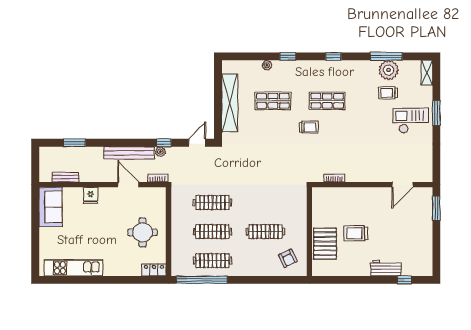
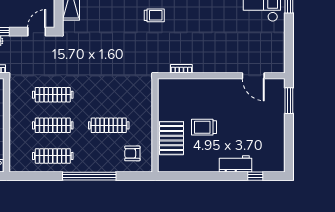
door: (403, 185) -> (253, 76), hinge flipped
armchair: (288, 258) -> (132, 153), turned 116
window: (202, 280) -> (89, 176), moved

